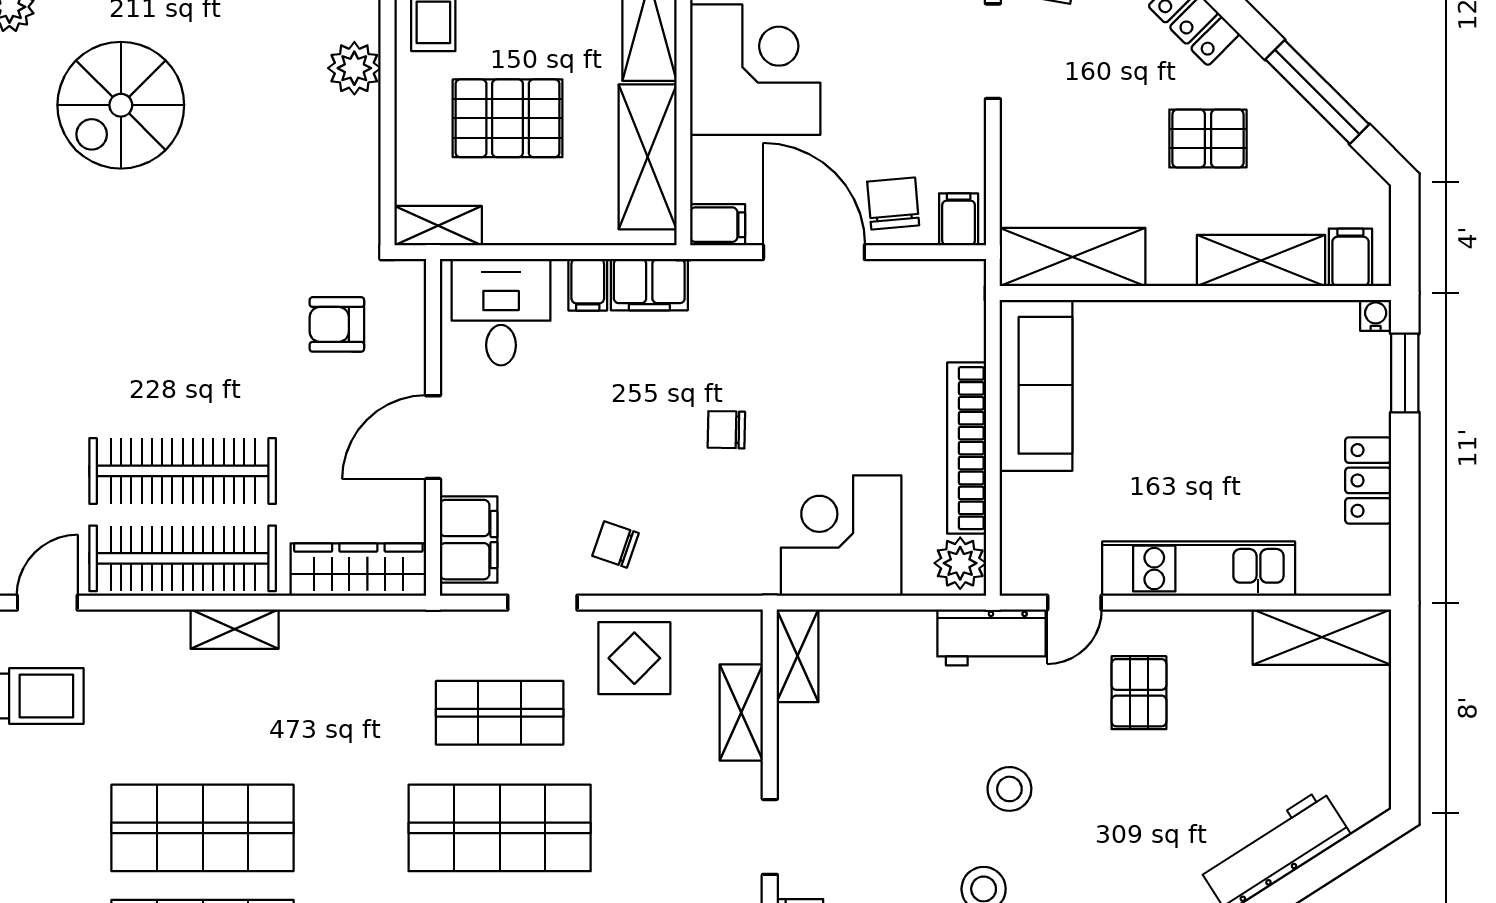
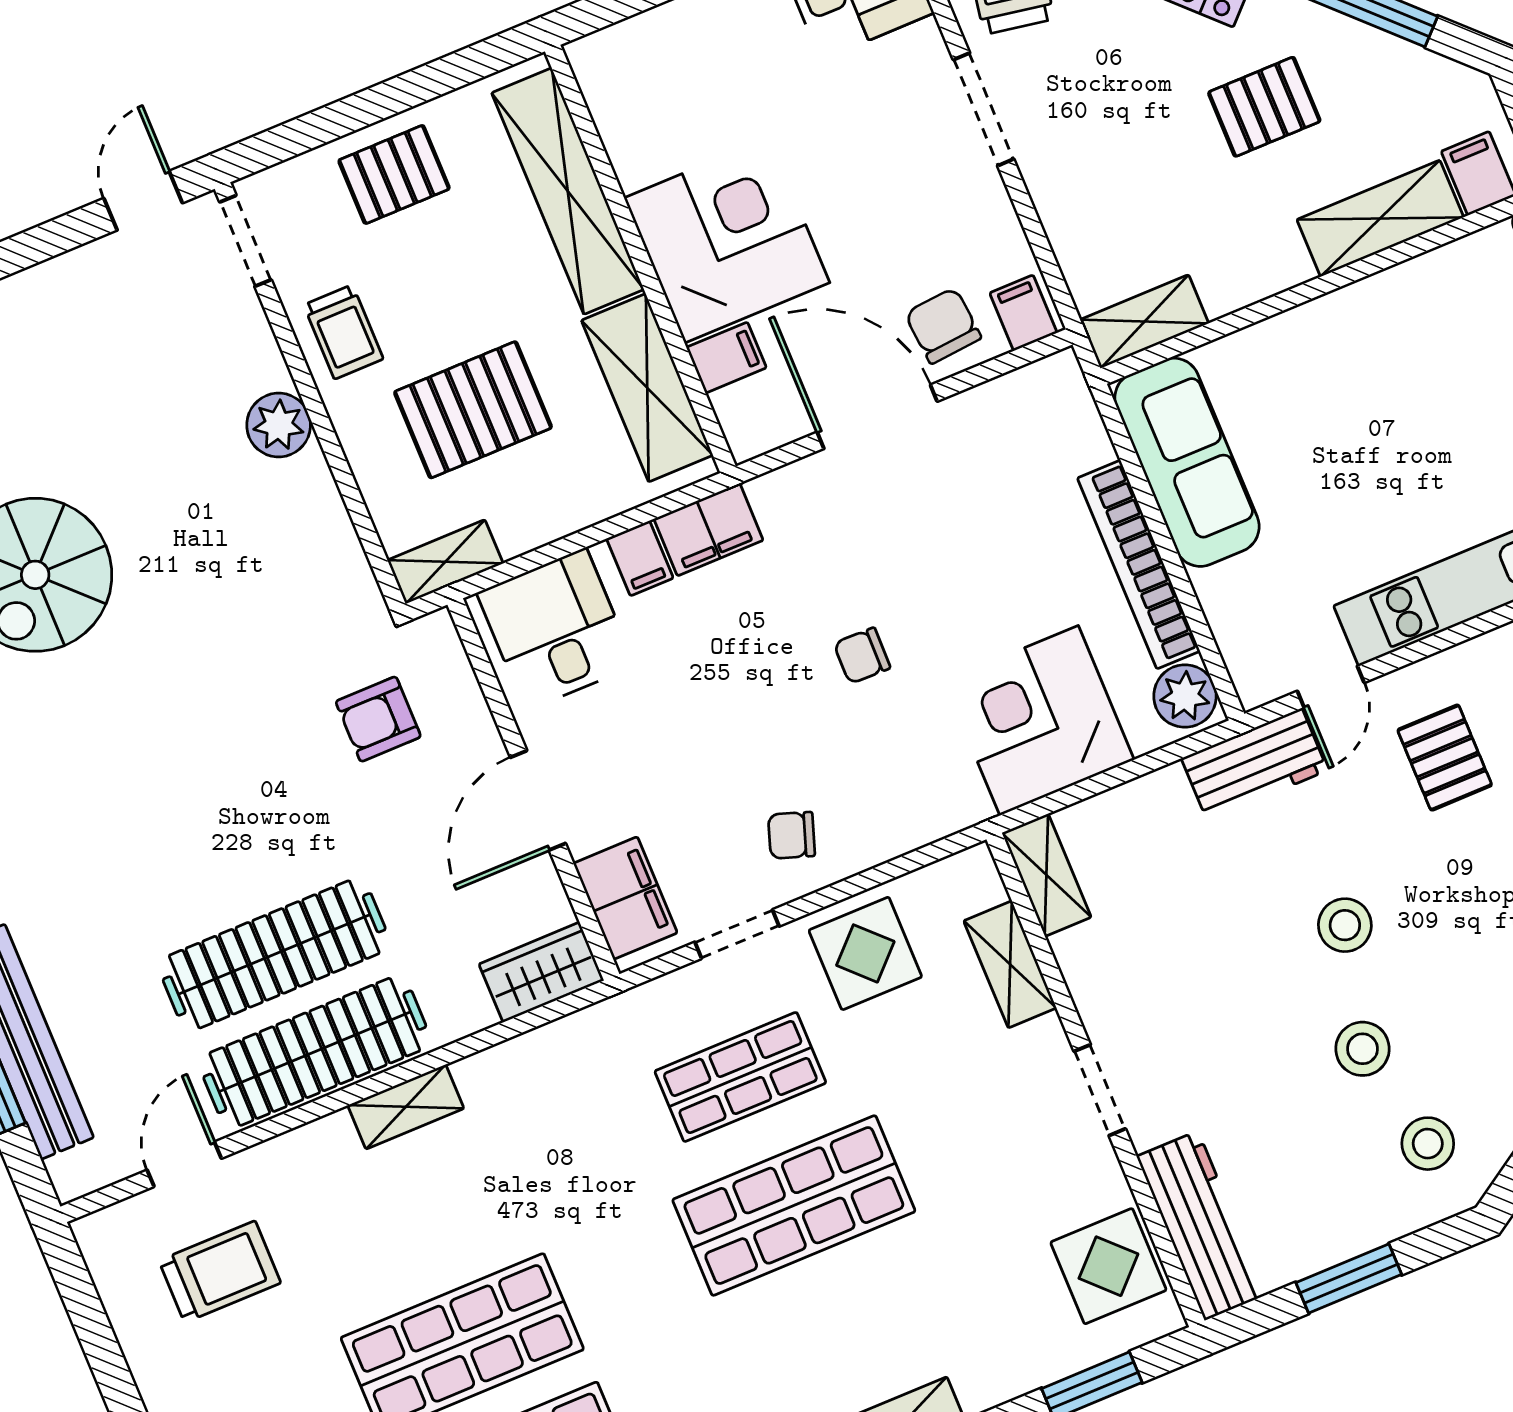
filing cabinet: (718, 225) -> (726, 358), moved
shelving: (1073, 257) -> (1144, 322), width x0.67, depth x0.75
wardrobe: (358, 570) -> (541, 972), width x0.67

